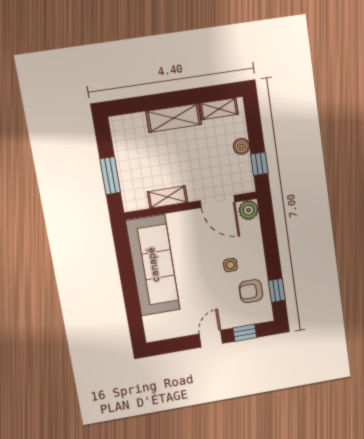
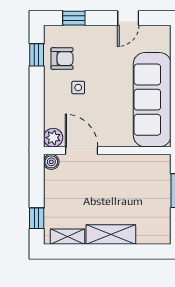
boiler: (241, 146) -> (51, 162), moved
window: (259, 164) -> (37, 218), moved
shelving: (168, 197) -> (128, 162), removed
door: (211, 339) -> (128, 18), moved

